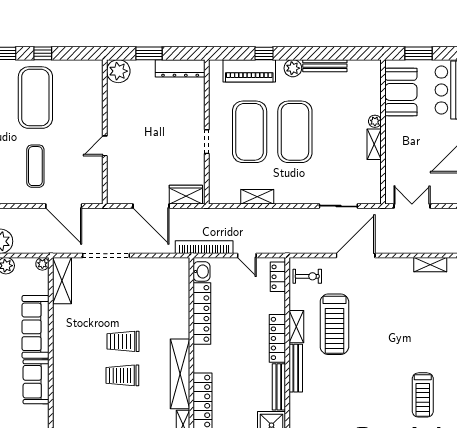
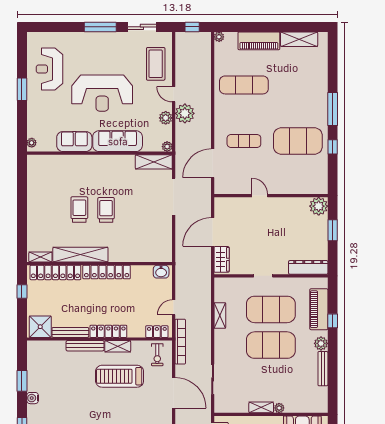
dresser: (180, 68) -> (308, 267), moved, turned 90
bookcase: (204, 247) -> (180, 342), moved
locker: (202, 313) -> (107, 272), moved

